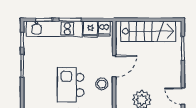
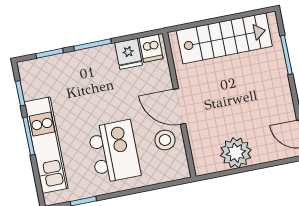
kitchen unit: (54, 29) -> (46, 145), moved, turned -90
door: (114, 66) -> (180, 106), swing flipped
kitchen island: (71, 85) -> (114, 152), turned 180

